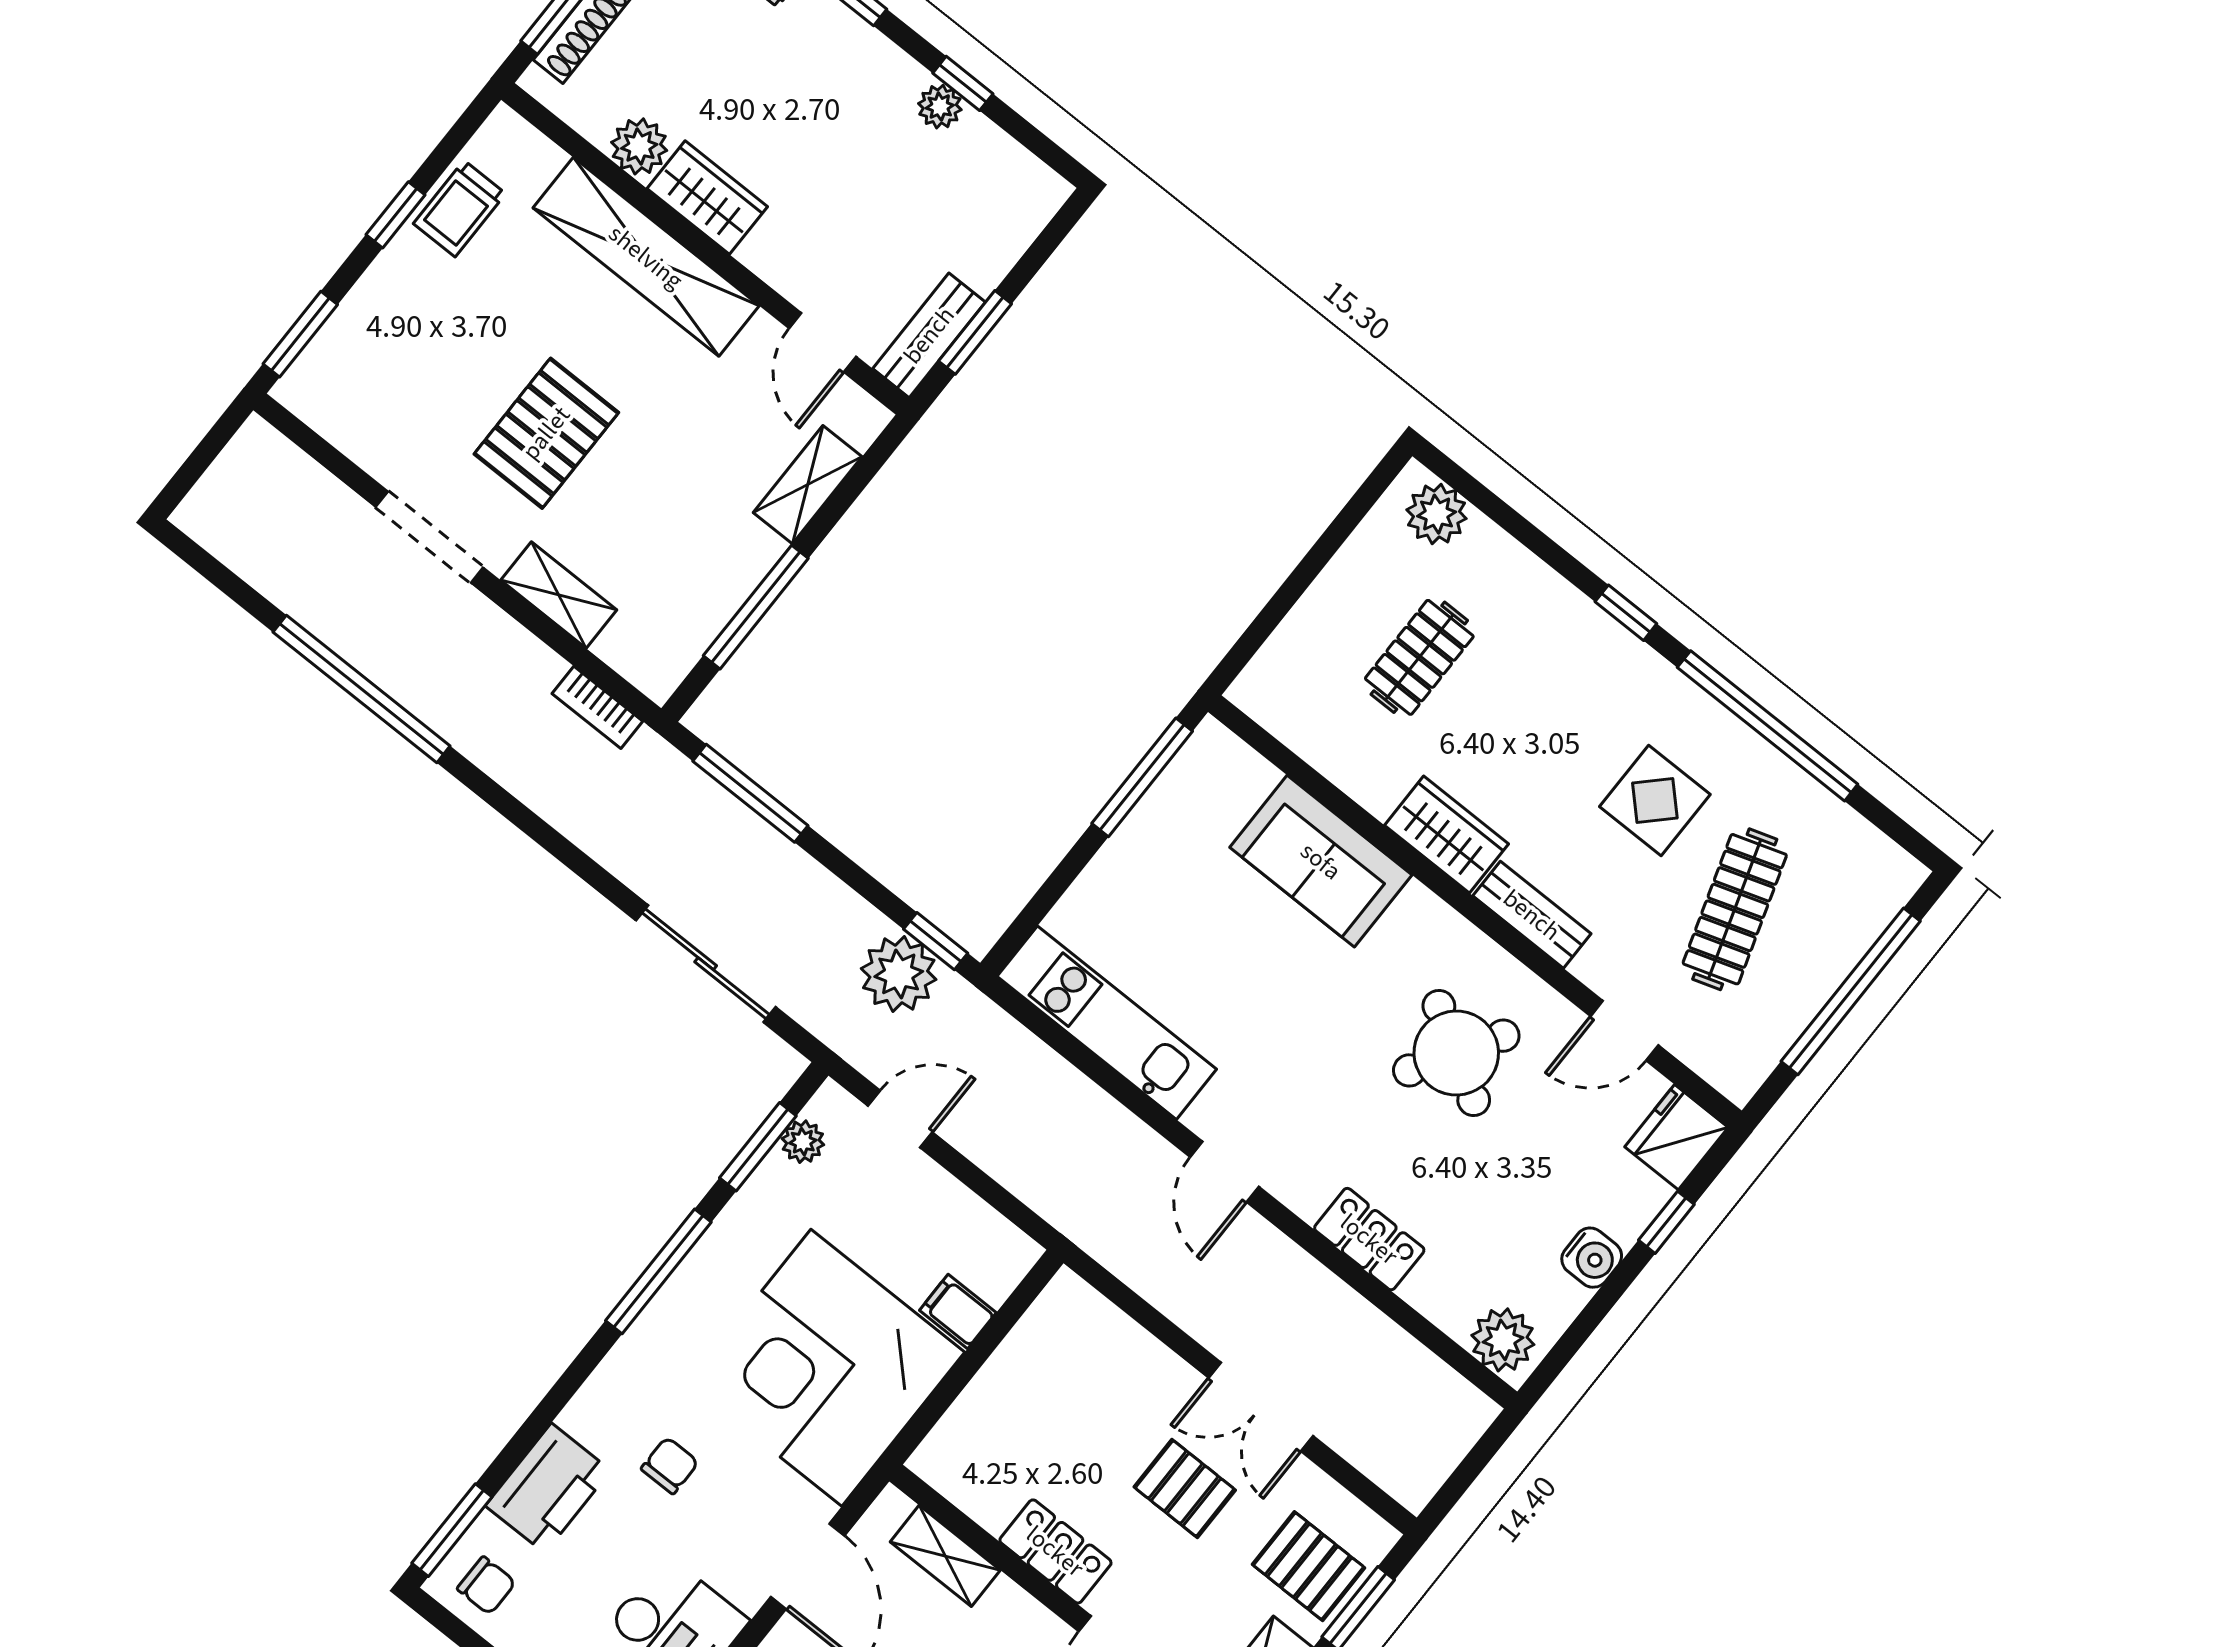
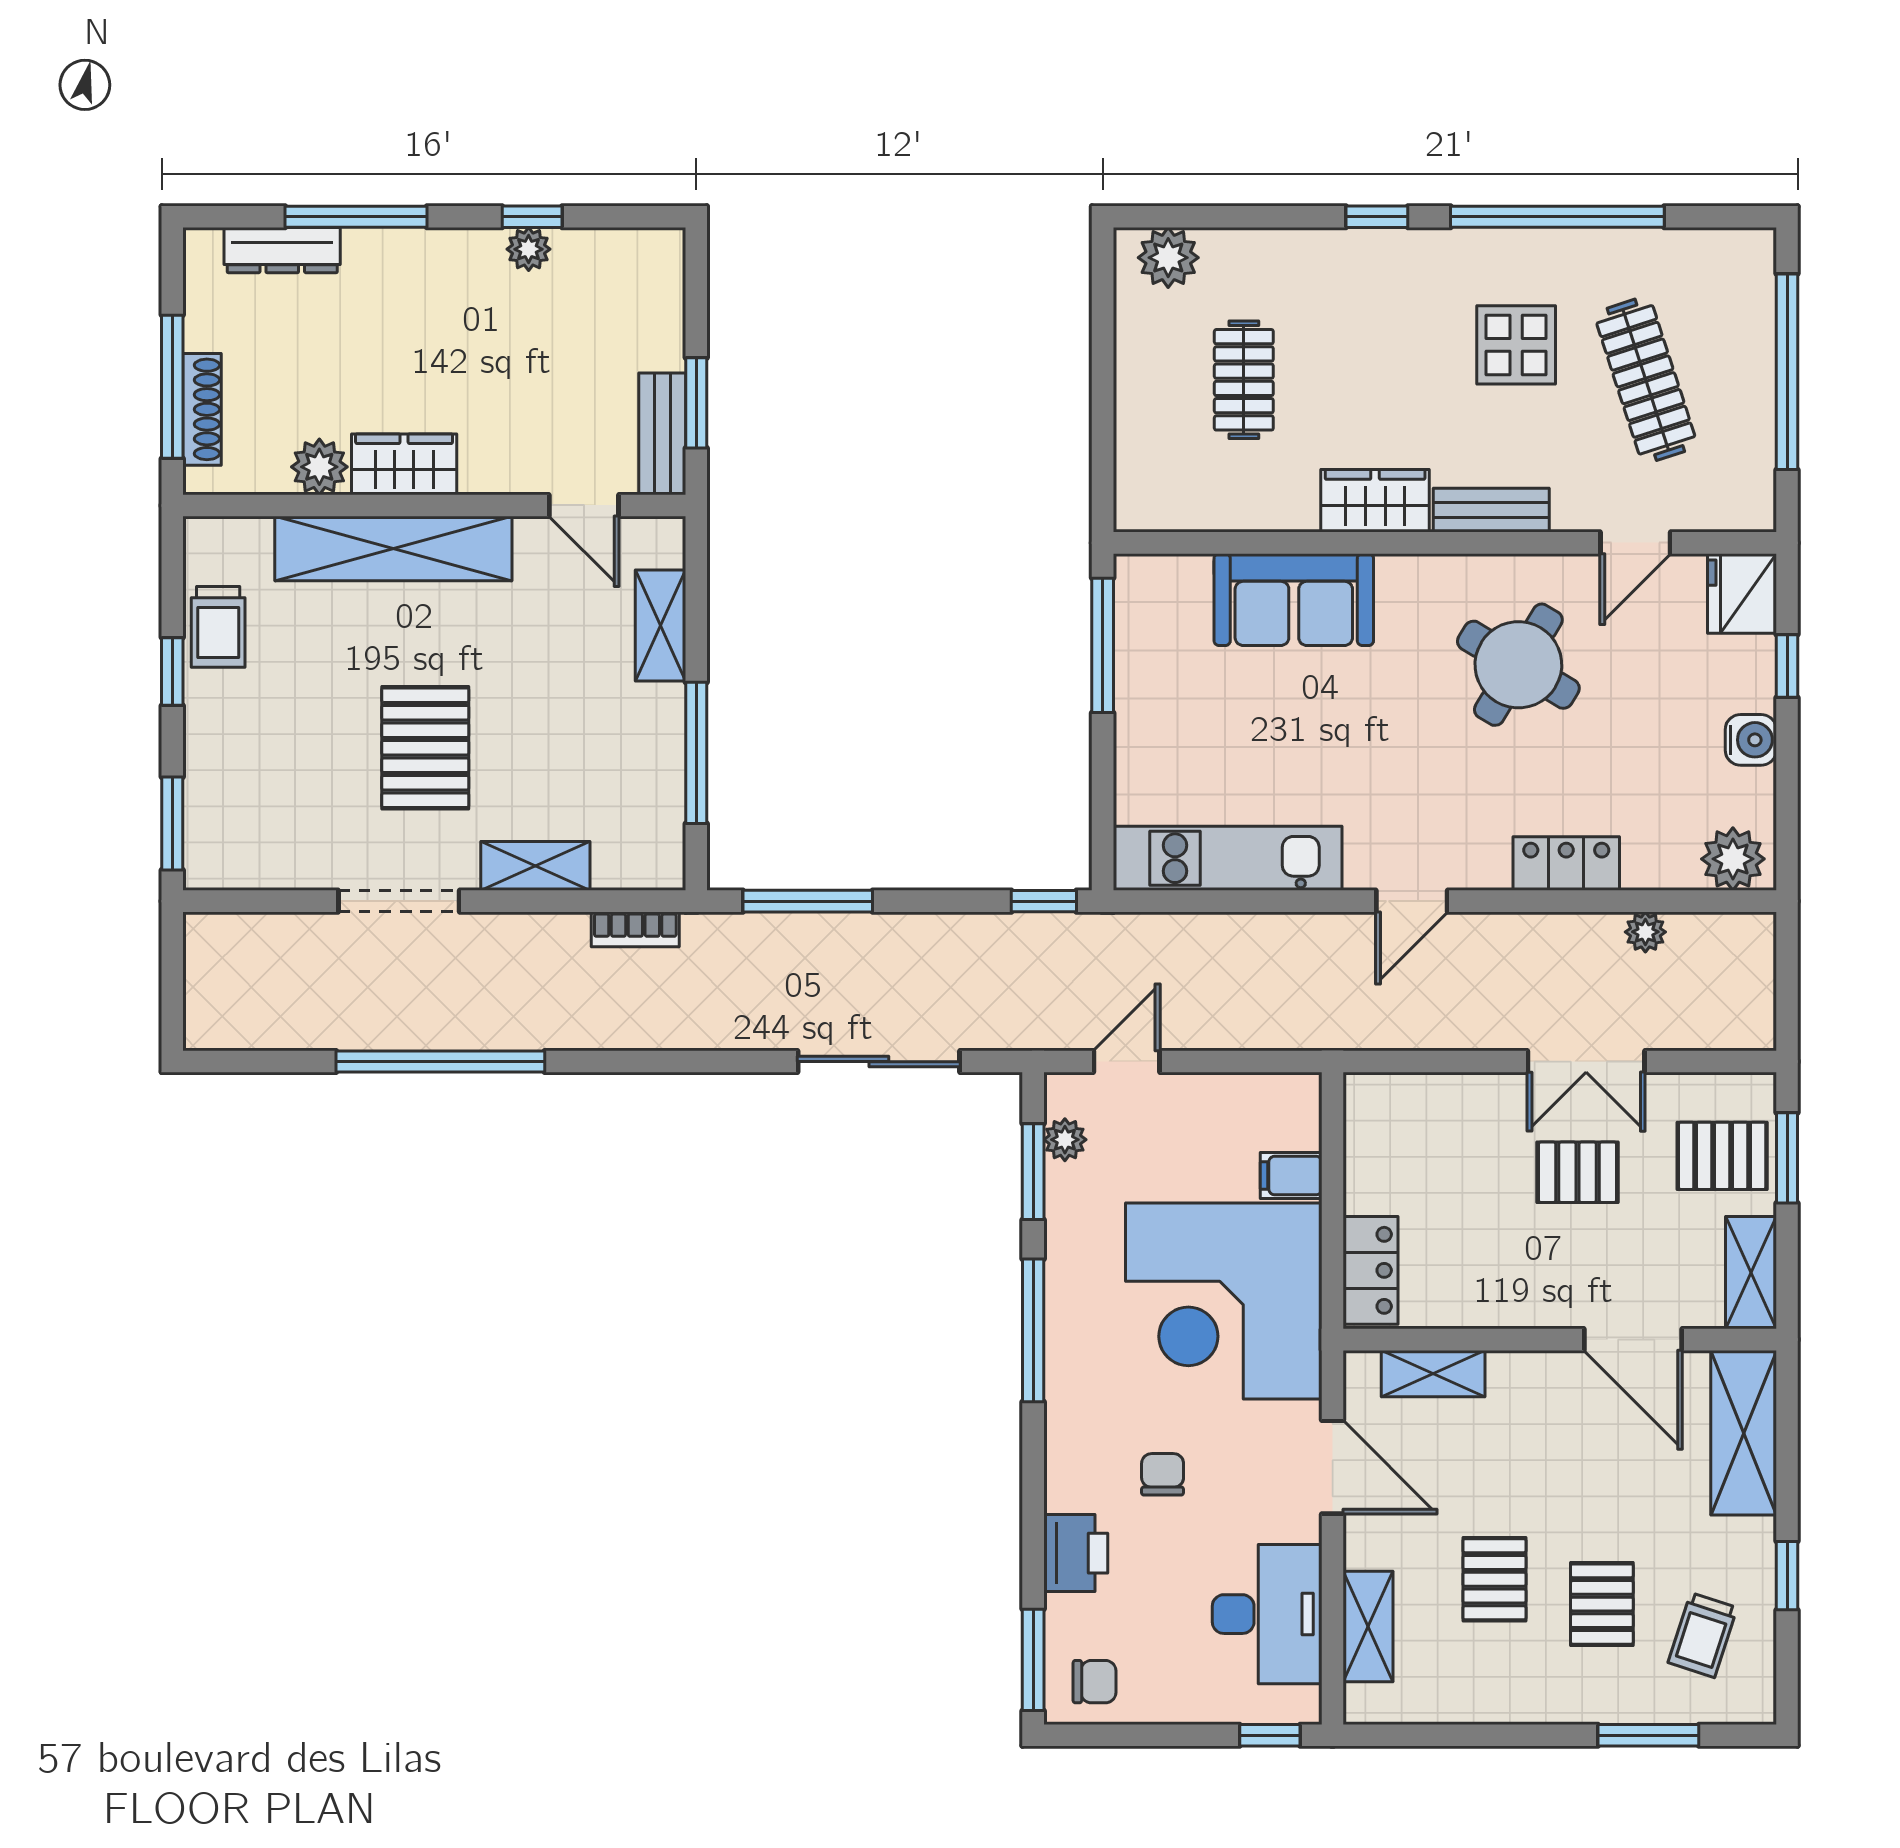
plant: (899, 974) -> (1645, 932), moved, width x0.53, depth x0.53
door: (1224, 1172) -> (1412, 901), hinge flipped
printer: (548, 1488) -> (1076, 1553), width x0.73, depth x0.84
locker: (1055, 1551) -> (1371, 1270), moved, turned 90

